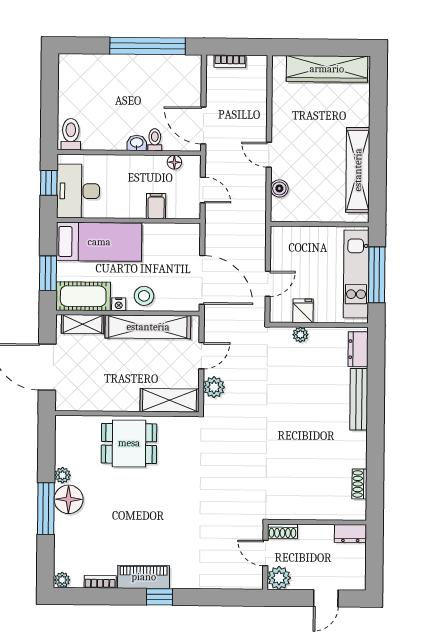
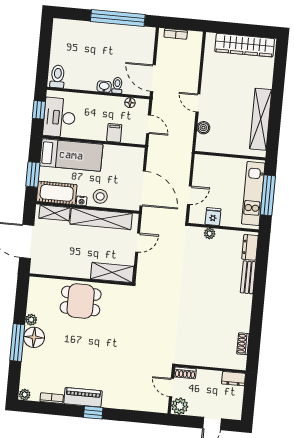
plant: (214, 387) -> (145, 266), removed
bench: (359, 399) -> (248, 277), width x0.73

